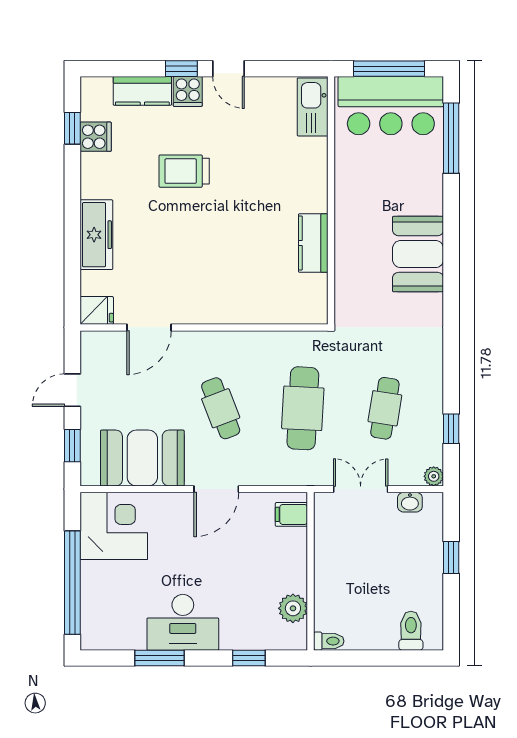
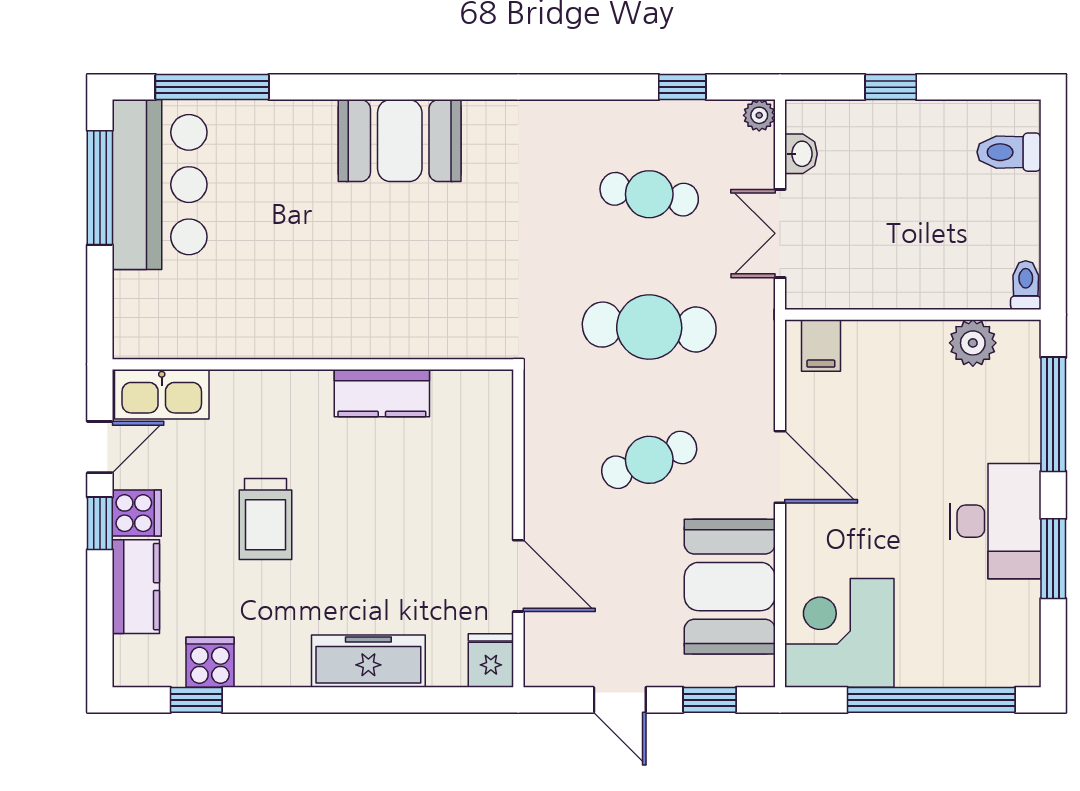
kitchen sink: (313, 107) -> (162, 394), moved
wall: (331, 200) -> (313, 364), moved
kitchen counter: (313, 243) -> (382, 393), moved
window: (249, 658) -> (1053, 414), width x2.17

